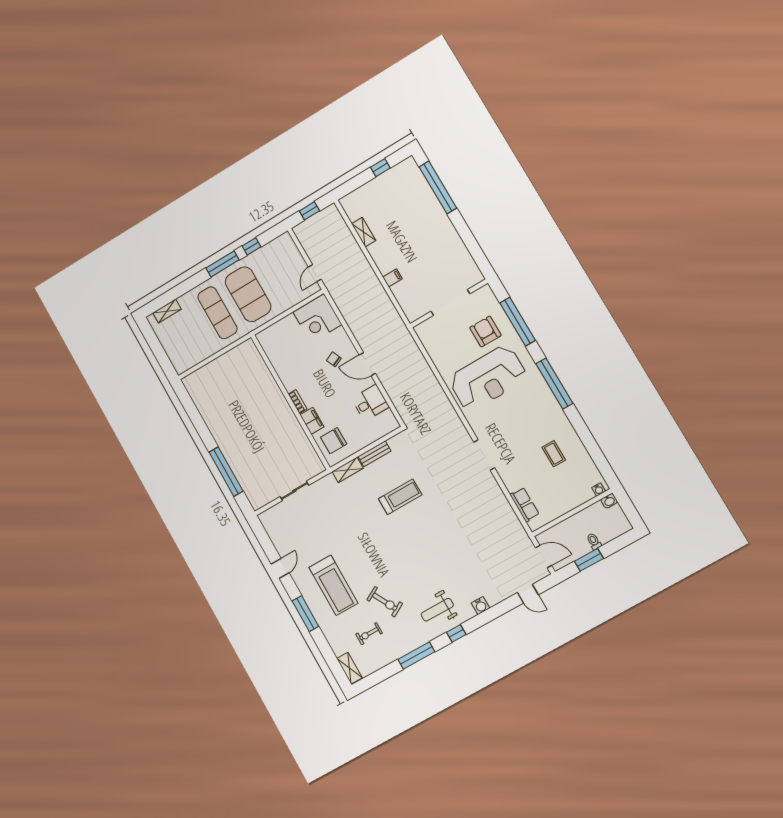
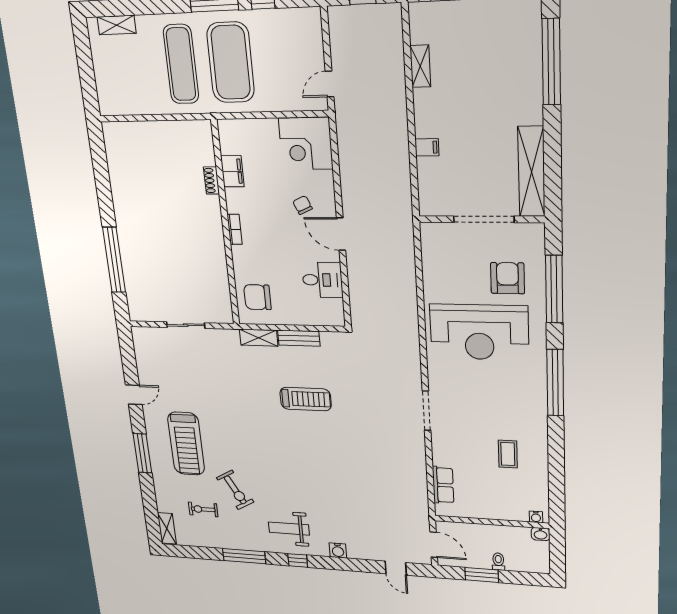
shelving: (462, 257) -> (531, 172), added
shoe rack: (268, 377) -> (211, 181), added
filing cabinet: (312, 421) -> (232, 171), moved

